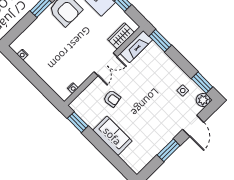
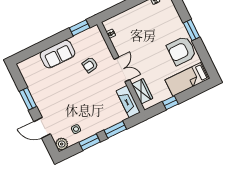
window: (160, 41) -> (115, 130), moved
double door: (106, 64) -> (122, 69), swing flipped
window: (202, 83) -> (90, 142), moved

